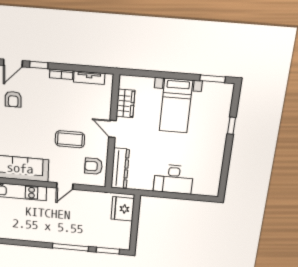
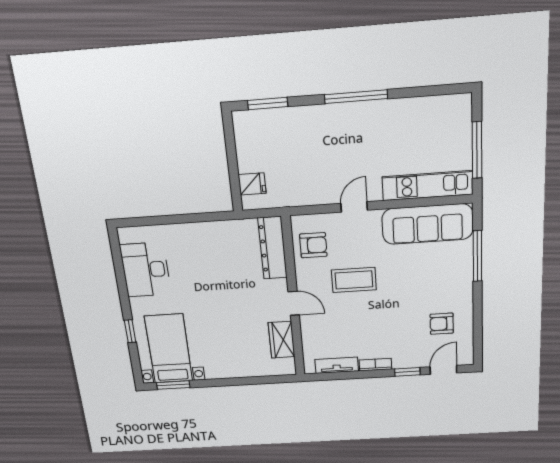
armchair: (13, 99) -> (442, 324), turned -90
bed with nightstands: (176, 106) -> (169, 349), moved
desk: (173, 179) -> (146, 270), moved, turned -90
fridge: (123, 209) -> (252, 184), width x0.53, depth x0.75
window: (70, 247) -> (356, 97), moved

